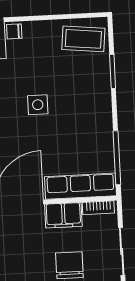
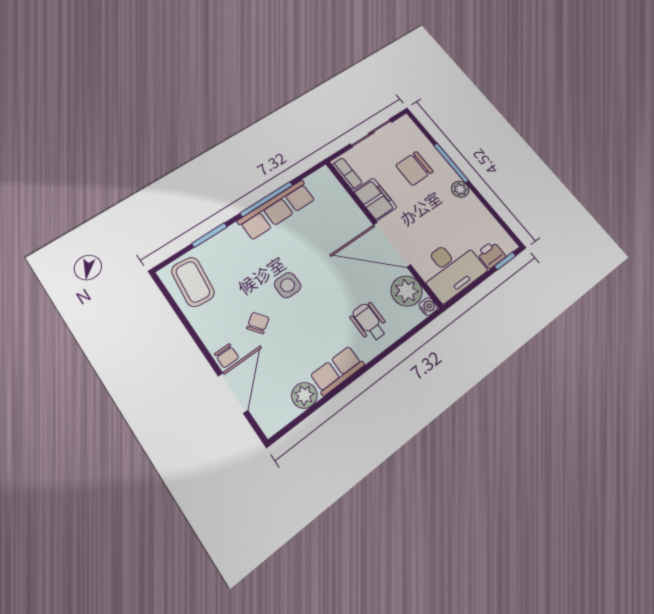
chair: (23, 67) -> (258, 323), added
window: (117, 158) -> (267, 199), moved
row of seats: (81, 186) -> (277, 210), moved, turned -90

